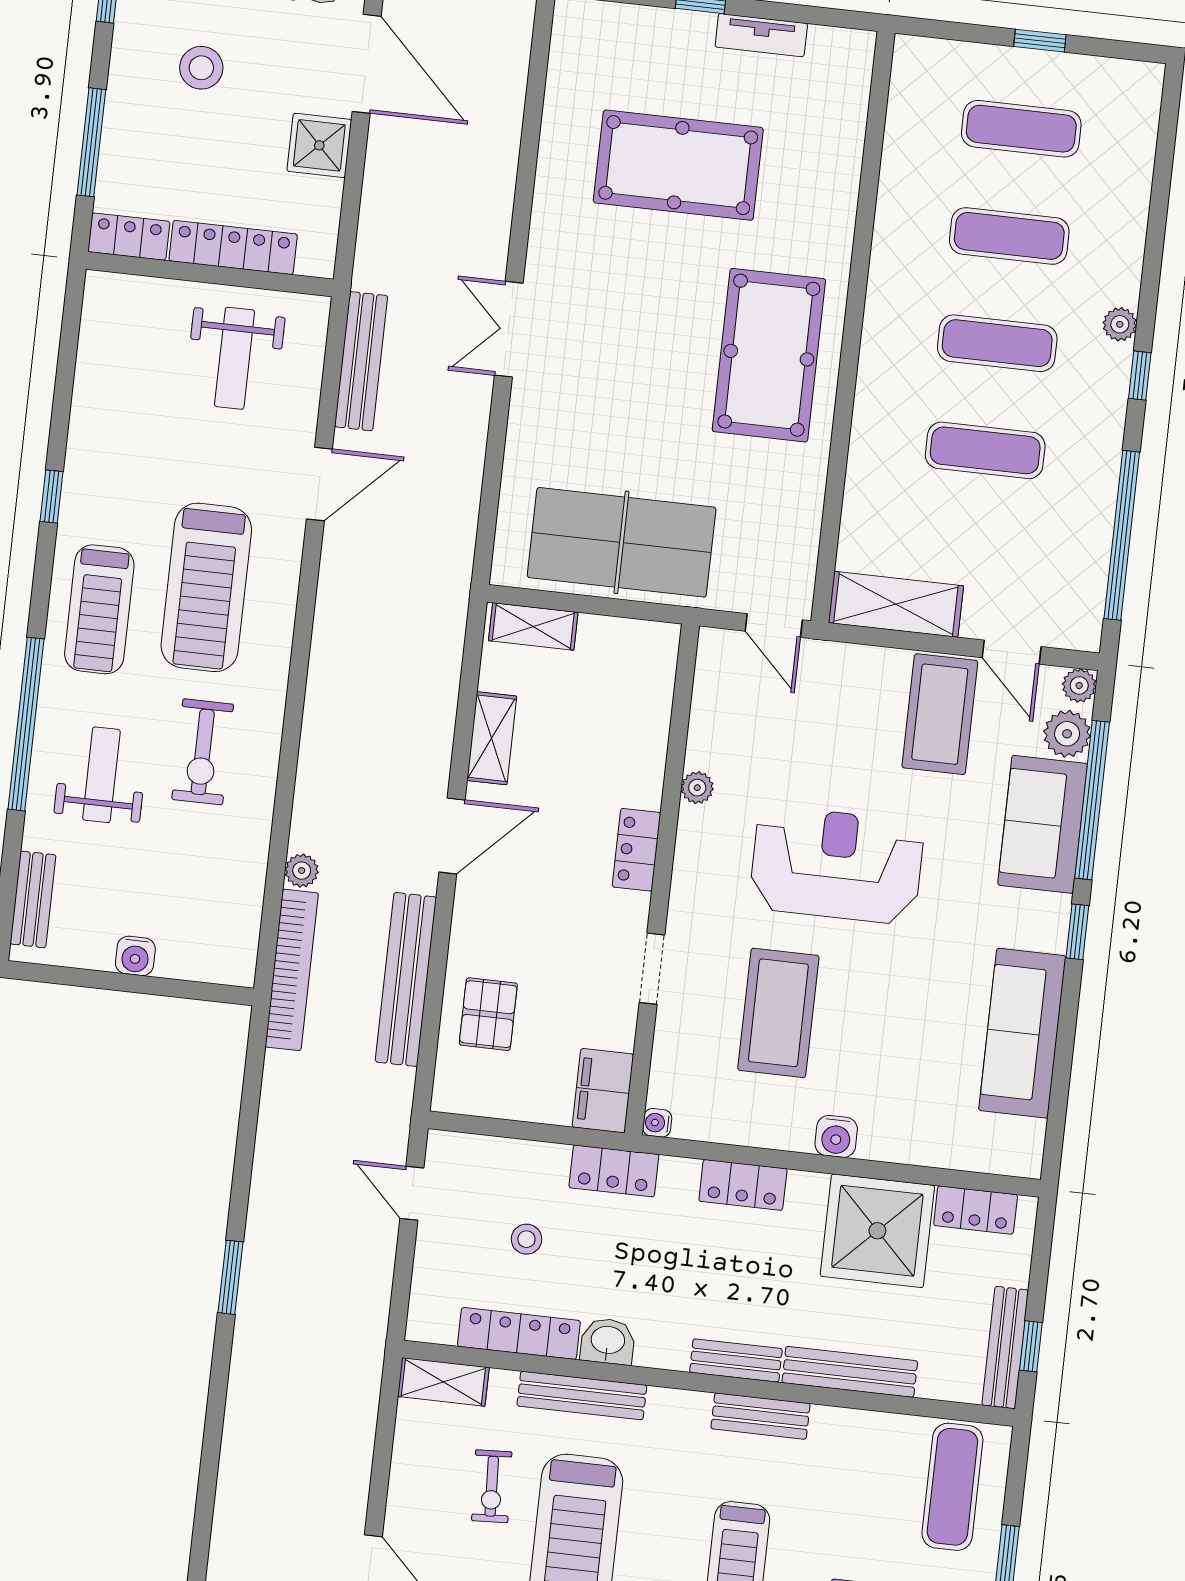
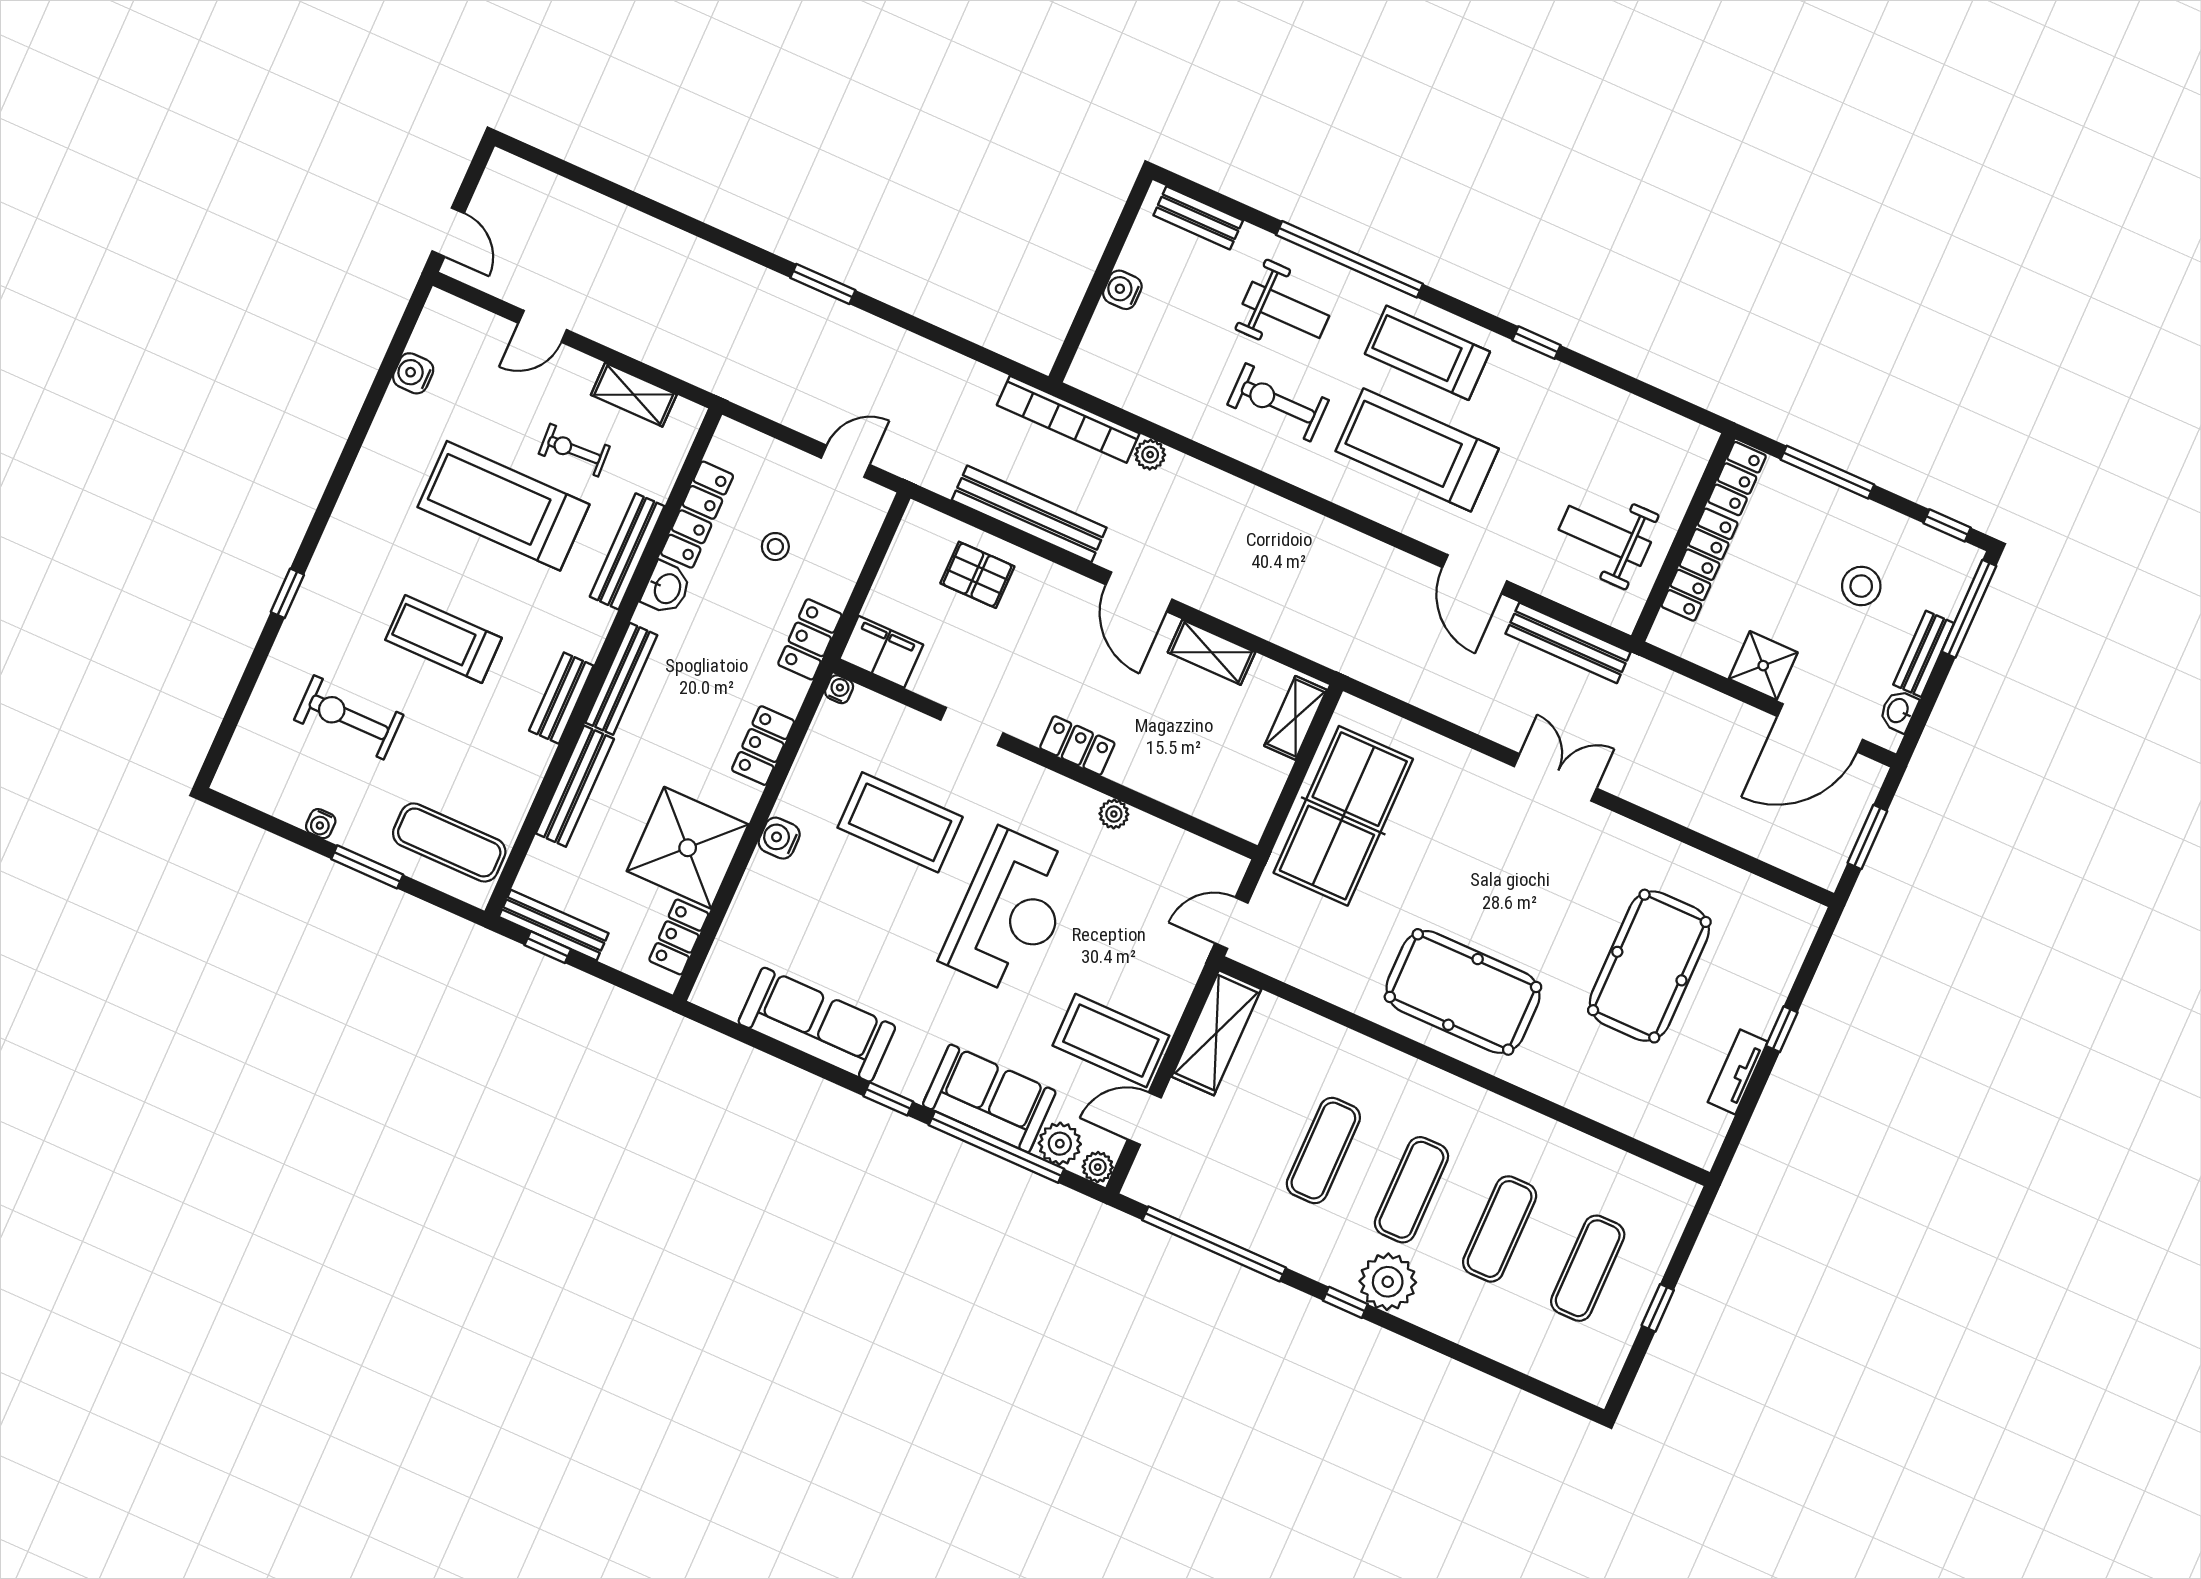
plant: (1120, 324) -> (1388, 1282), width x1.88, depth x1.88
bench: (736, 1360) -> (621, 679), width x1.36
shelving: (443, 1382) -> (634, 395), moved, turned 90

